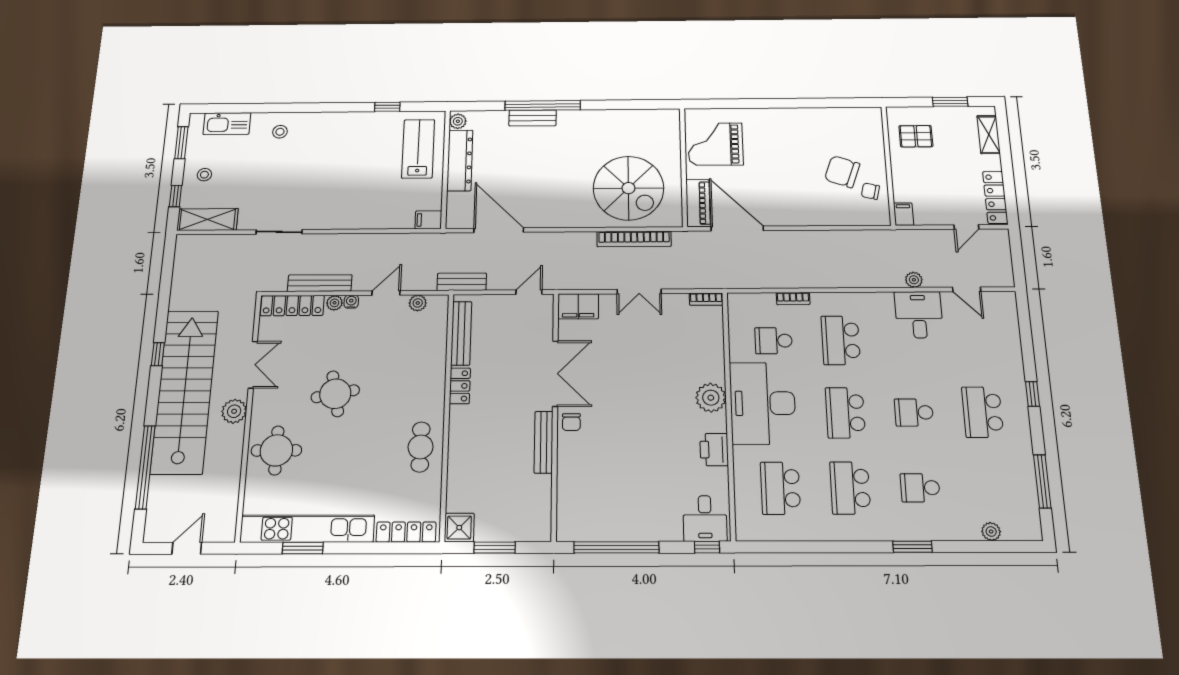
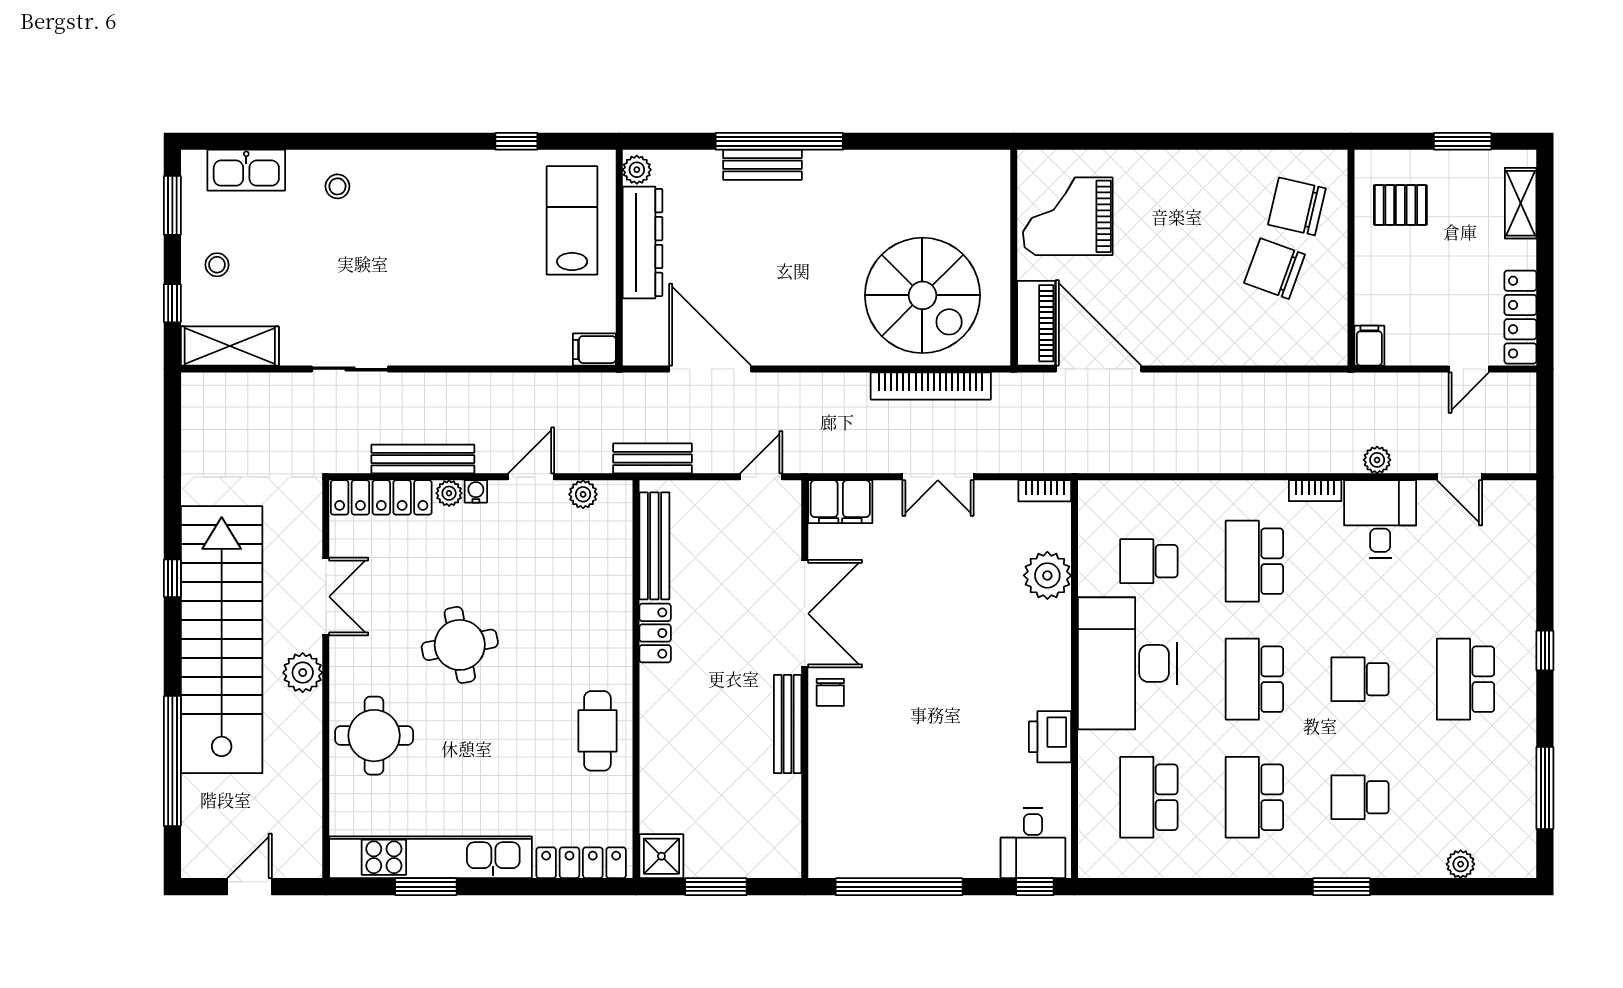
chair: (870, 191) -> (1297, 206), moved, width x1.87, depth x1.87
bookcase: (793, 299) -> (1315, 491), moved
plant: (711, 398) -> (1047, 575), moved

